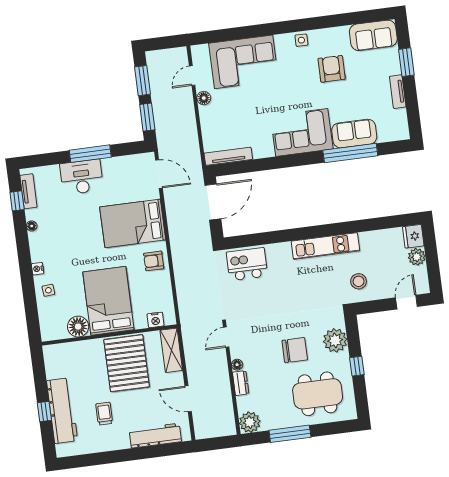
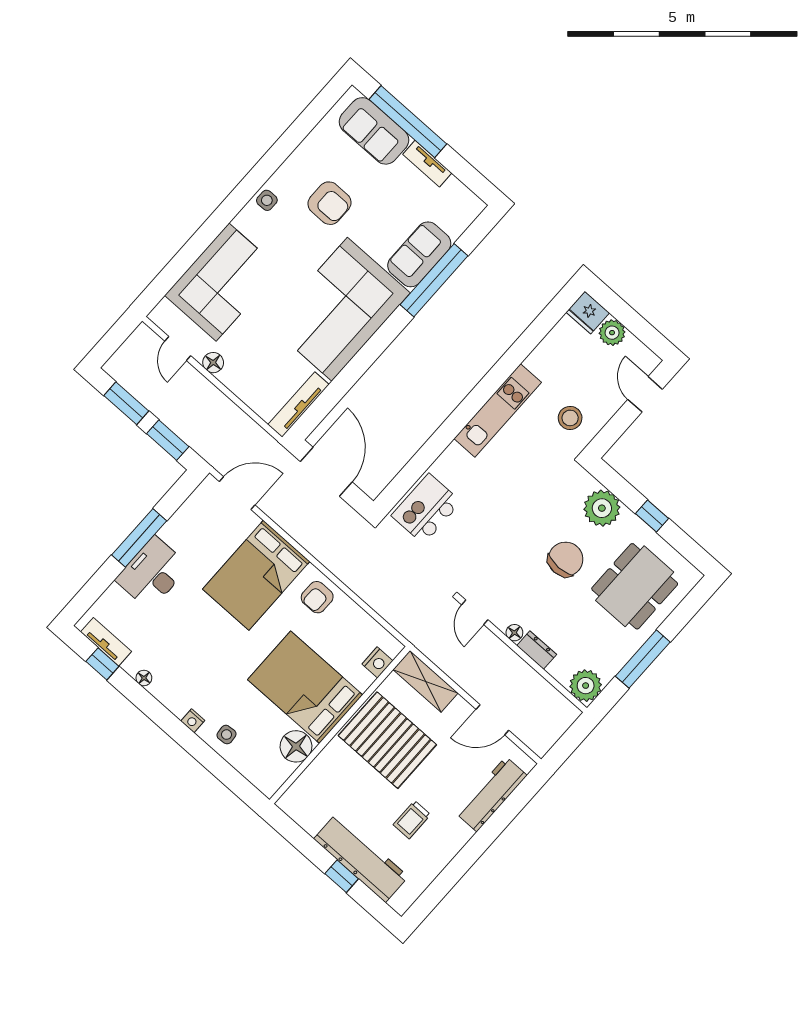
sofa: (373, 35) -> (374, 131), moved, turned 90
window: (406, 62) -> (408, 122), width x2.11
armchair: (332, 69) -> (329, 203), turned 180
corner sofa: (302, 132) -> (340, 309), width x1.36, depth x1.36
trolley: (104, 414) -> (412, 820), turned -90

